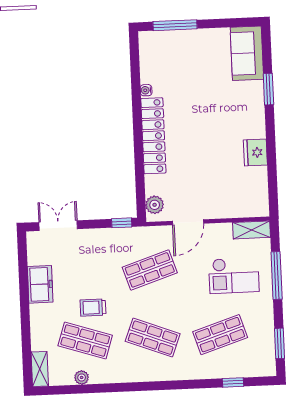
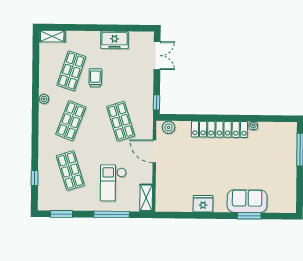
sofa: (247, 53) -> (247, 201), moved
plant: (82, 377) -> (44, 99), moved

